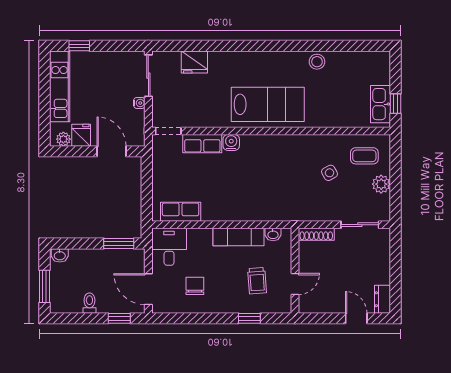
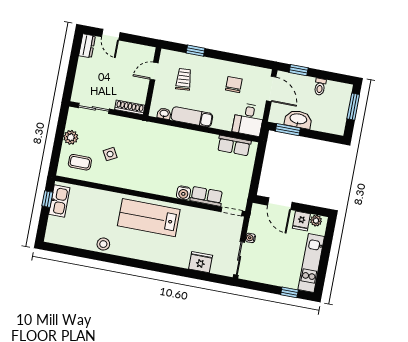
washbasin: (60, 255) -> (298, 119), moved, width x1.91, depth x1.45
chair: (195, 286) -> (234, 85), turned 180

